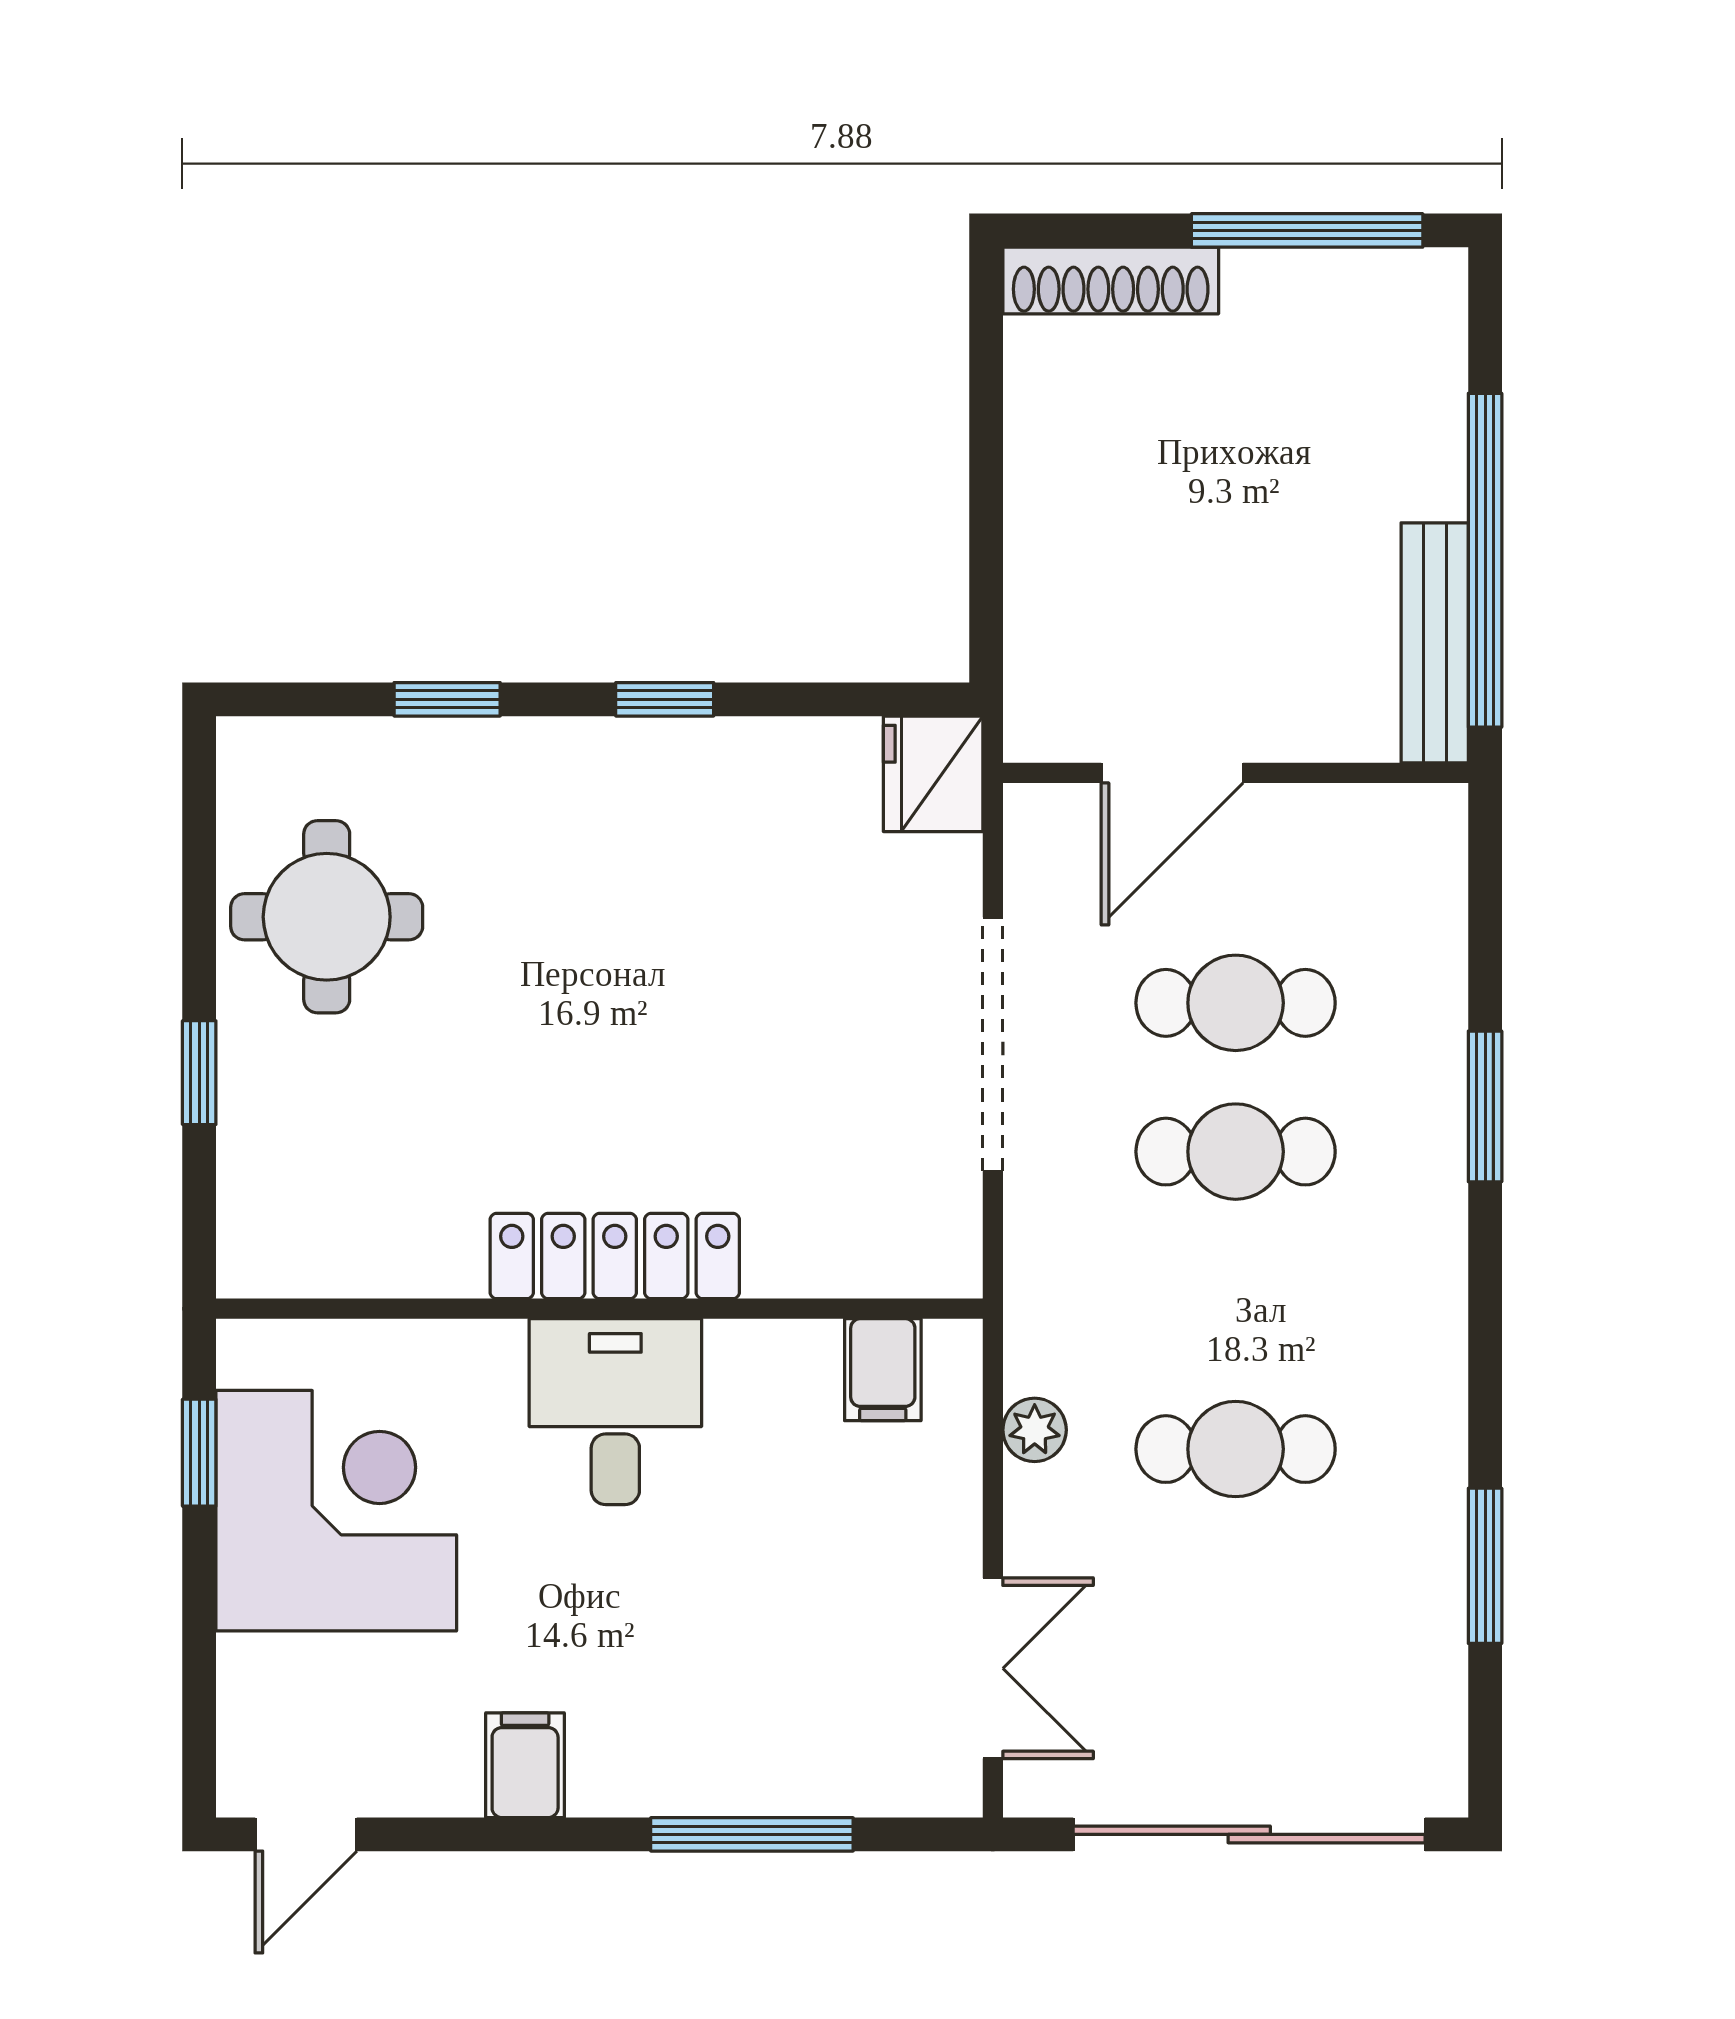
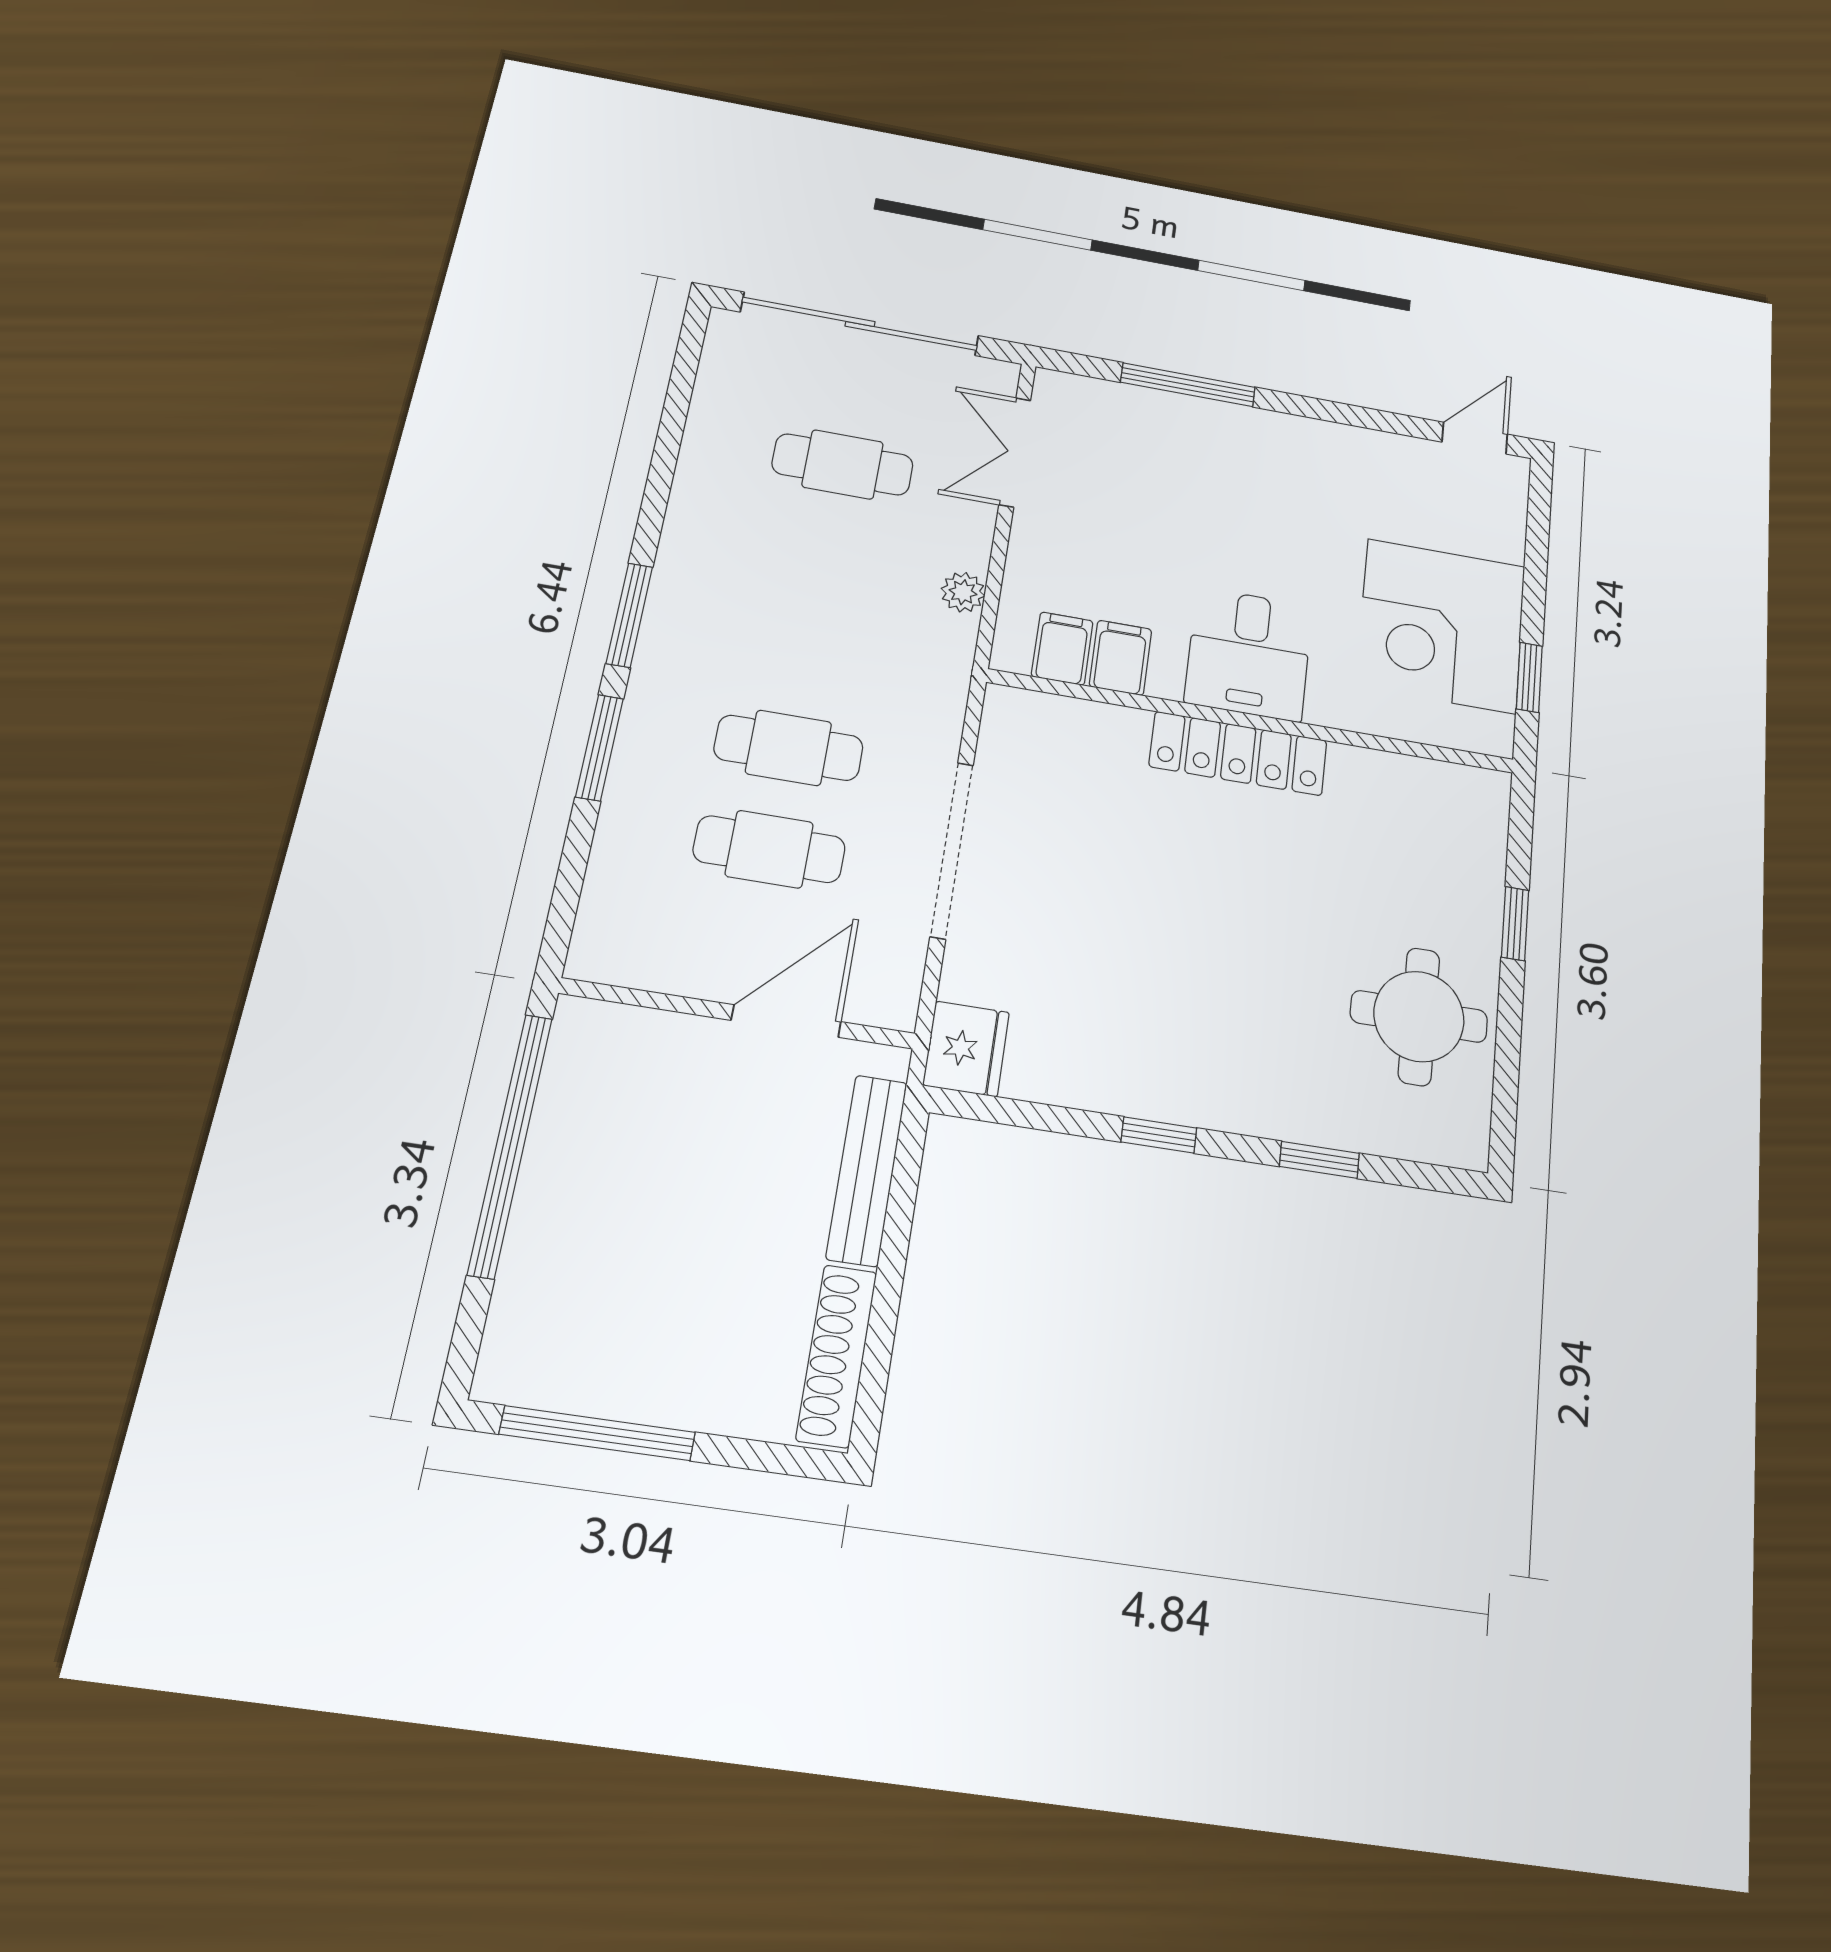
shoe rack: (1111, 281) -> (837, 1356), moved, turned -90
bench: (1435, 643) -> (867, 1170), moved
cafe table: (1236, 1449) -> (843, 464), moved
window: (1485, 1566) -> (629, 615), moved
filing cabinet: (525, 1765) -> (1120, 658), moved, turned 180

